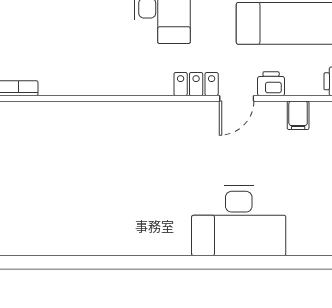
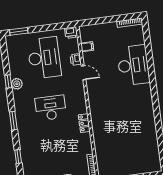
locker: (196, 84) -> (84, 123), moved

